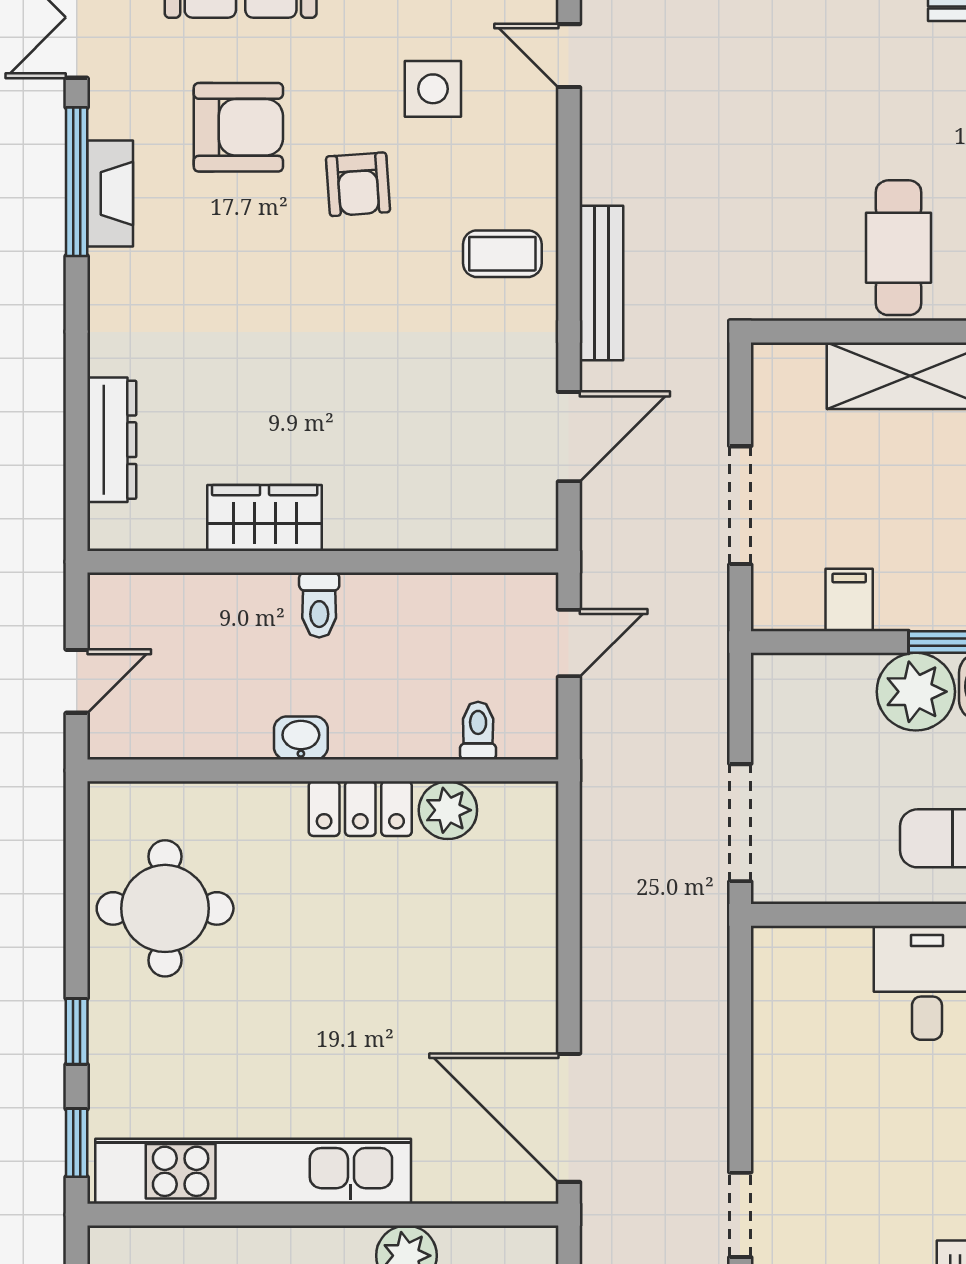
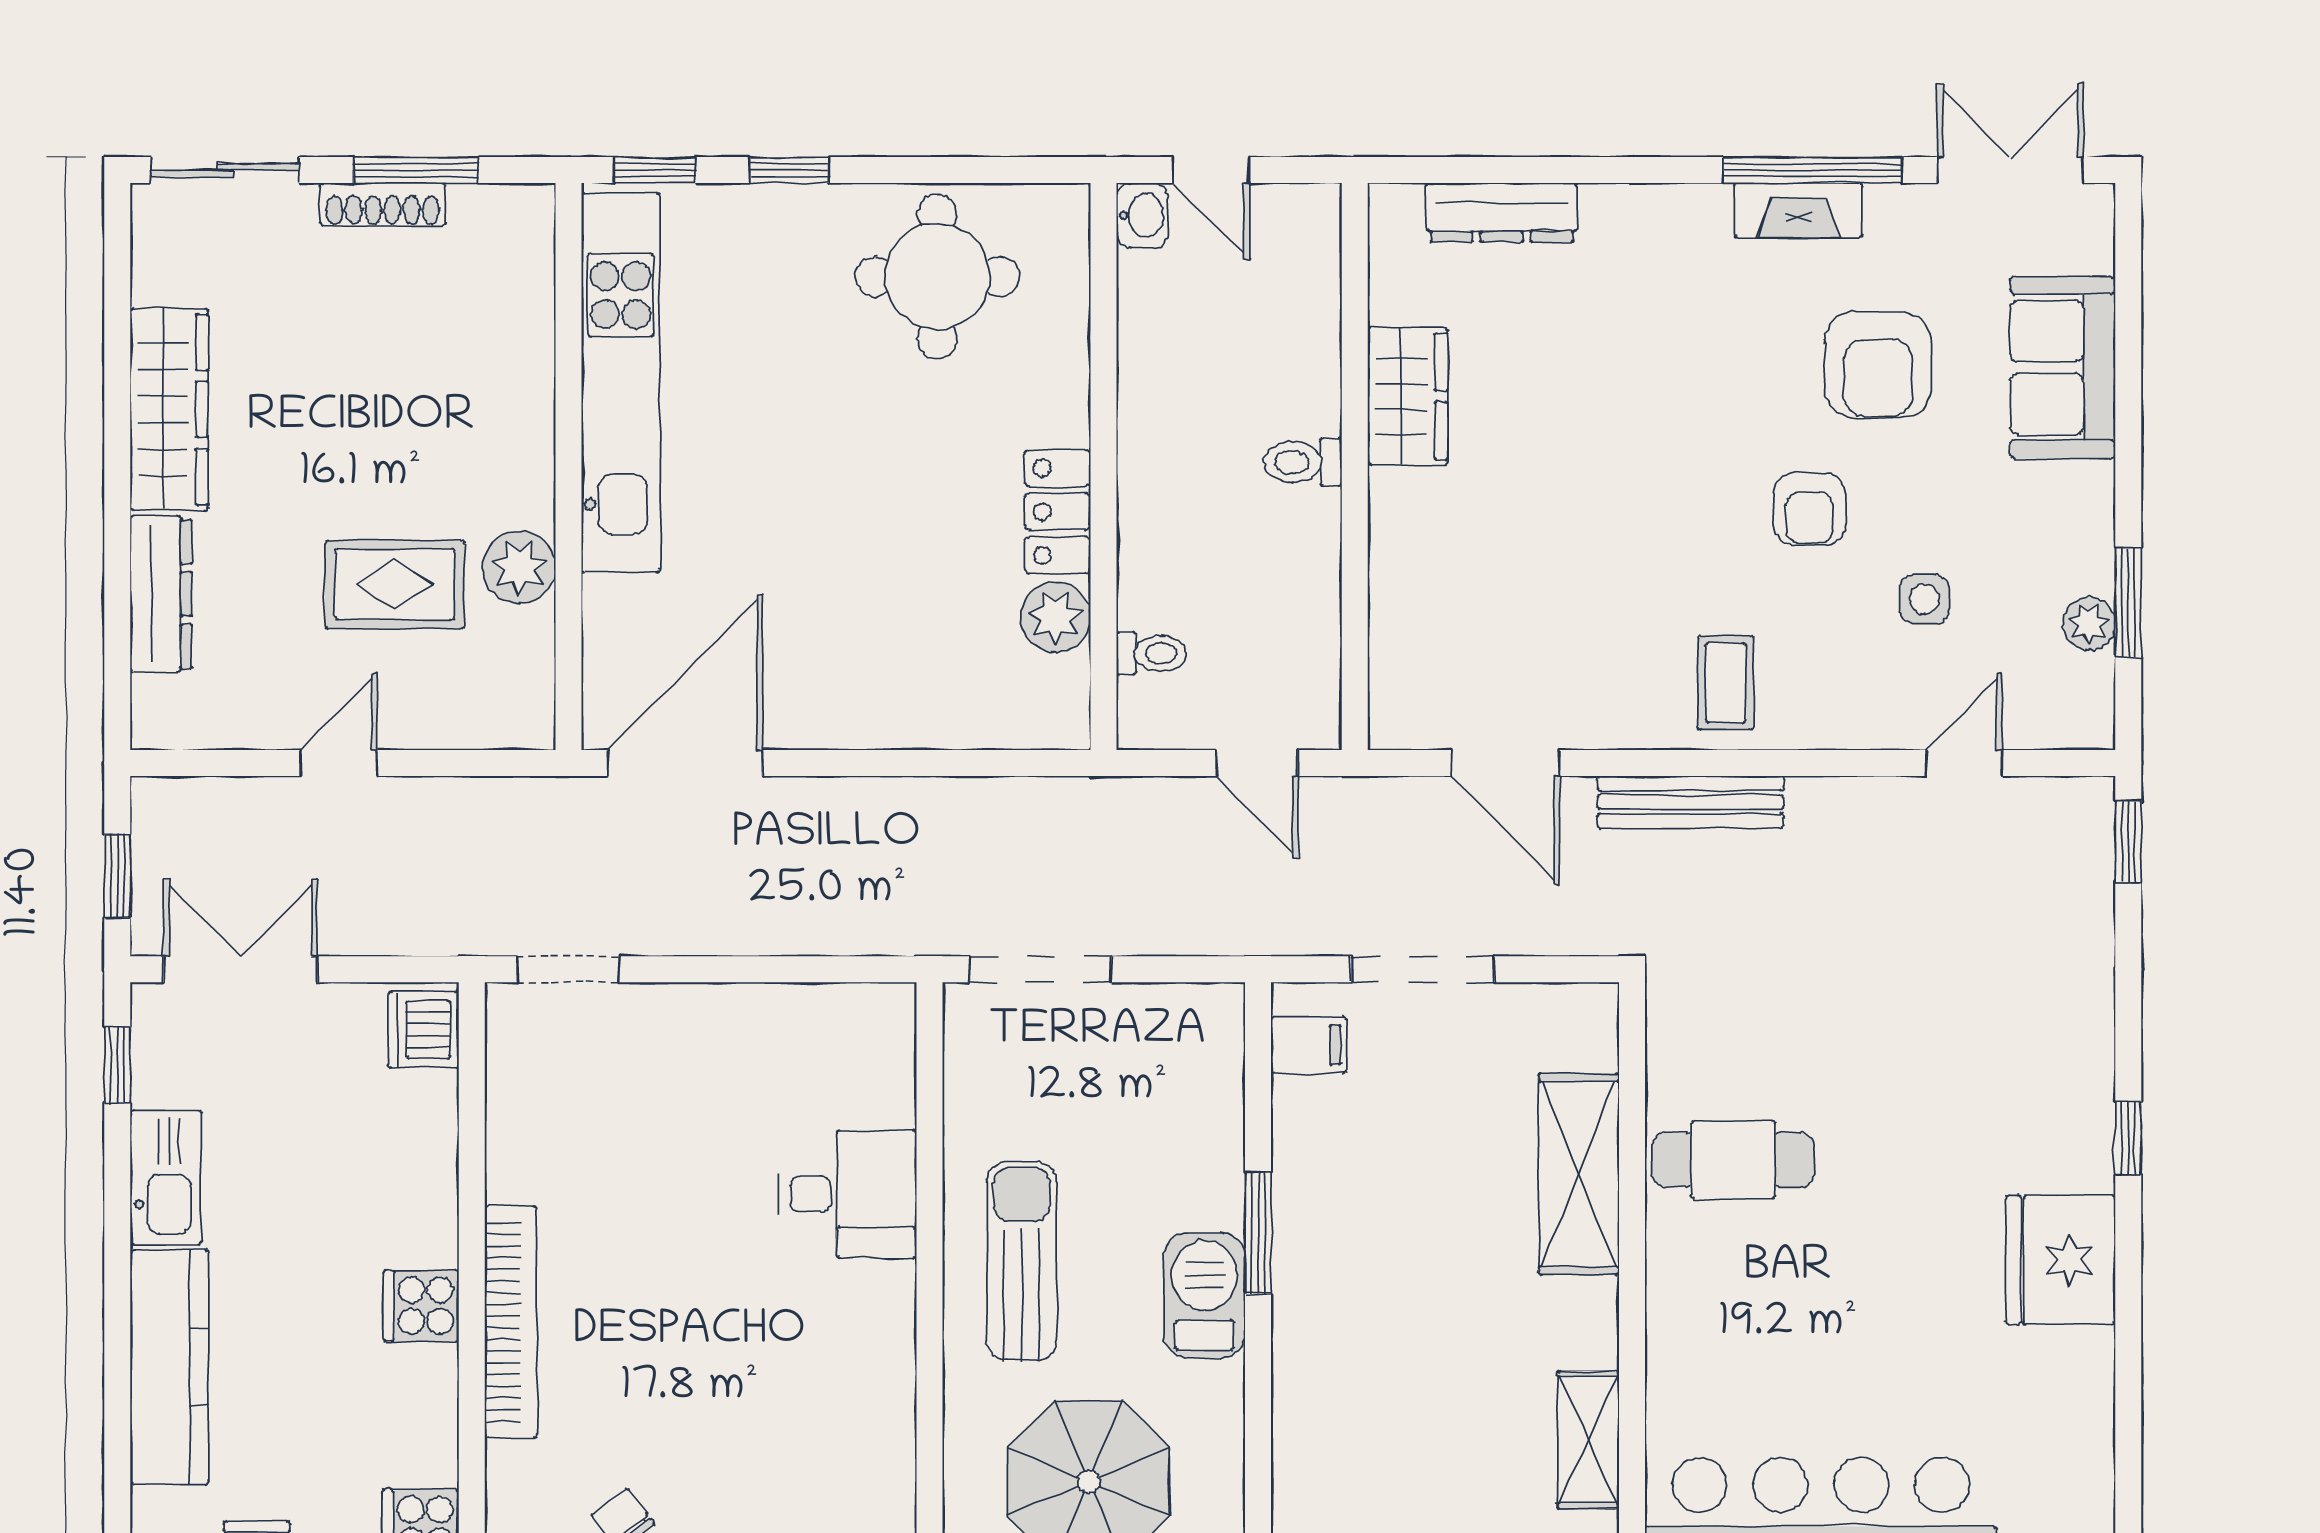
side table: (433, 89) -> (1924, 599), width x0.73, depth x0.73
armchair: (358, 184) -> (1809, 509), turned -86
filing cabinet: (849, 600) -> (1309, 1045), moved
plant: (916, 692) -> (1198, 1181), removed
washbasin: (301, 738) -> (1142, 215), moved

